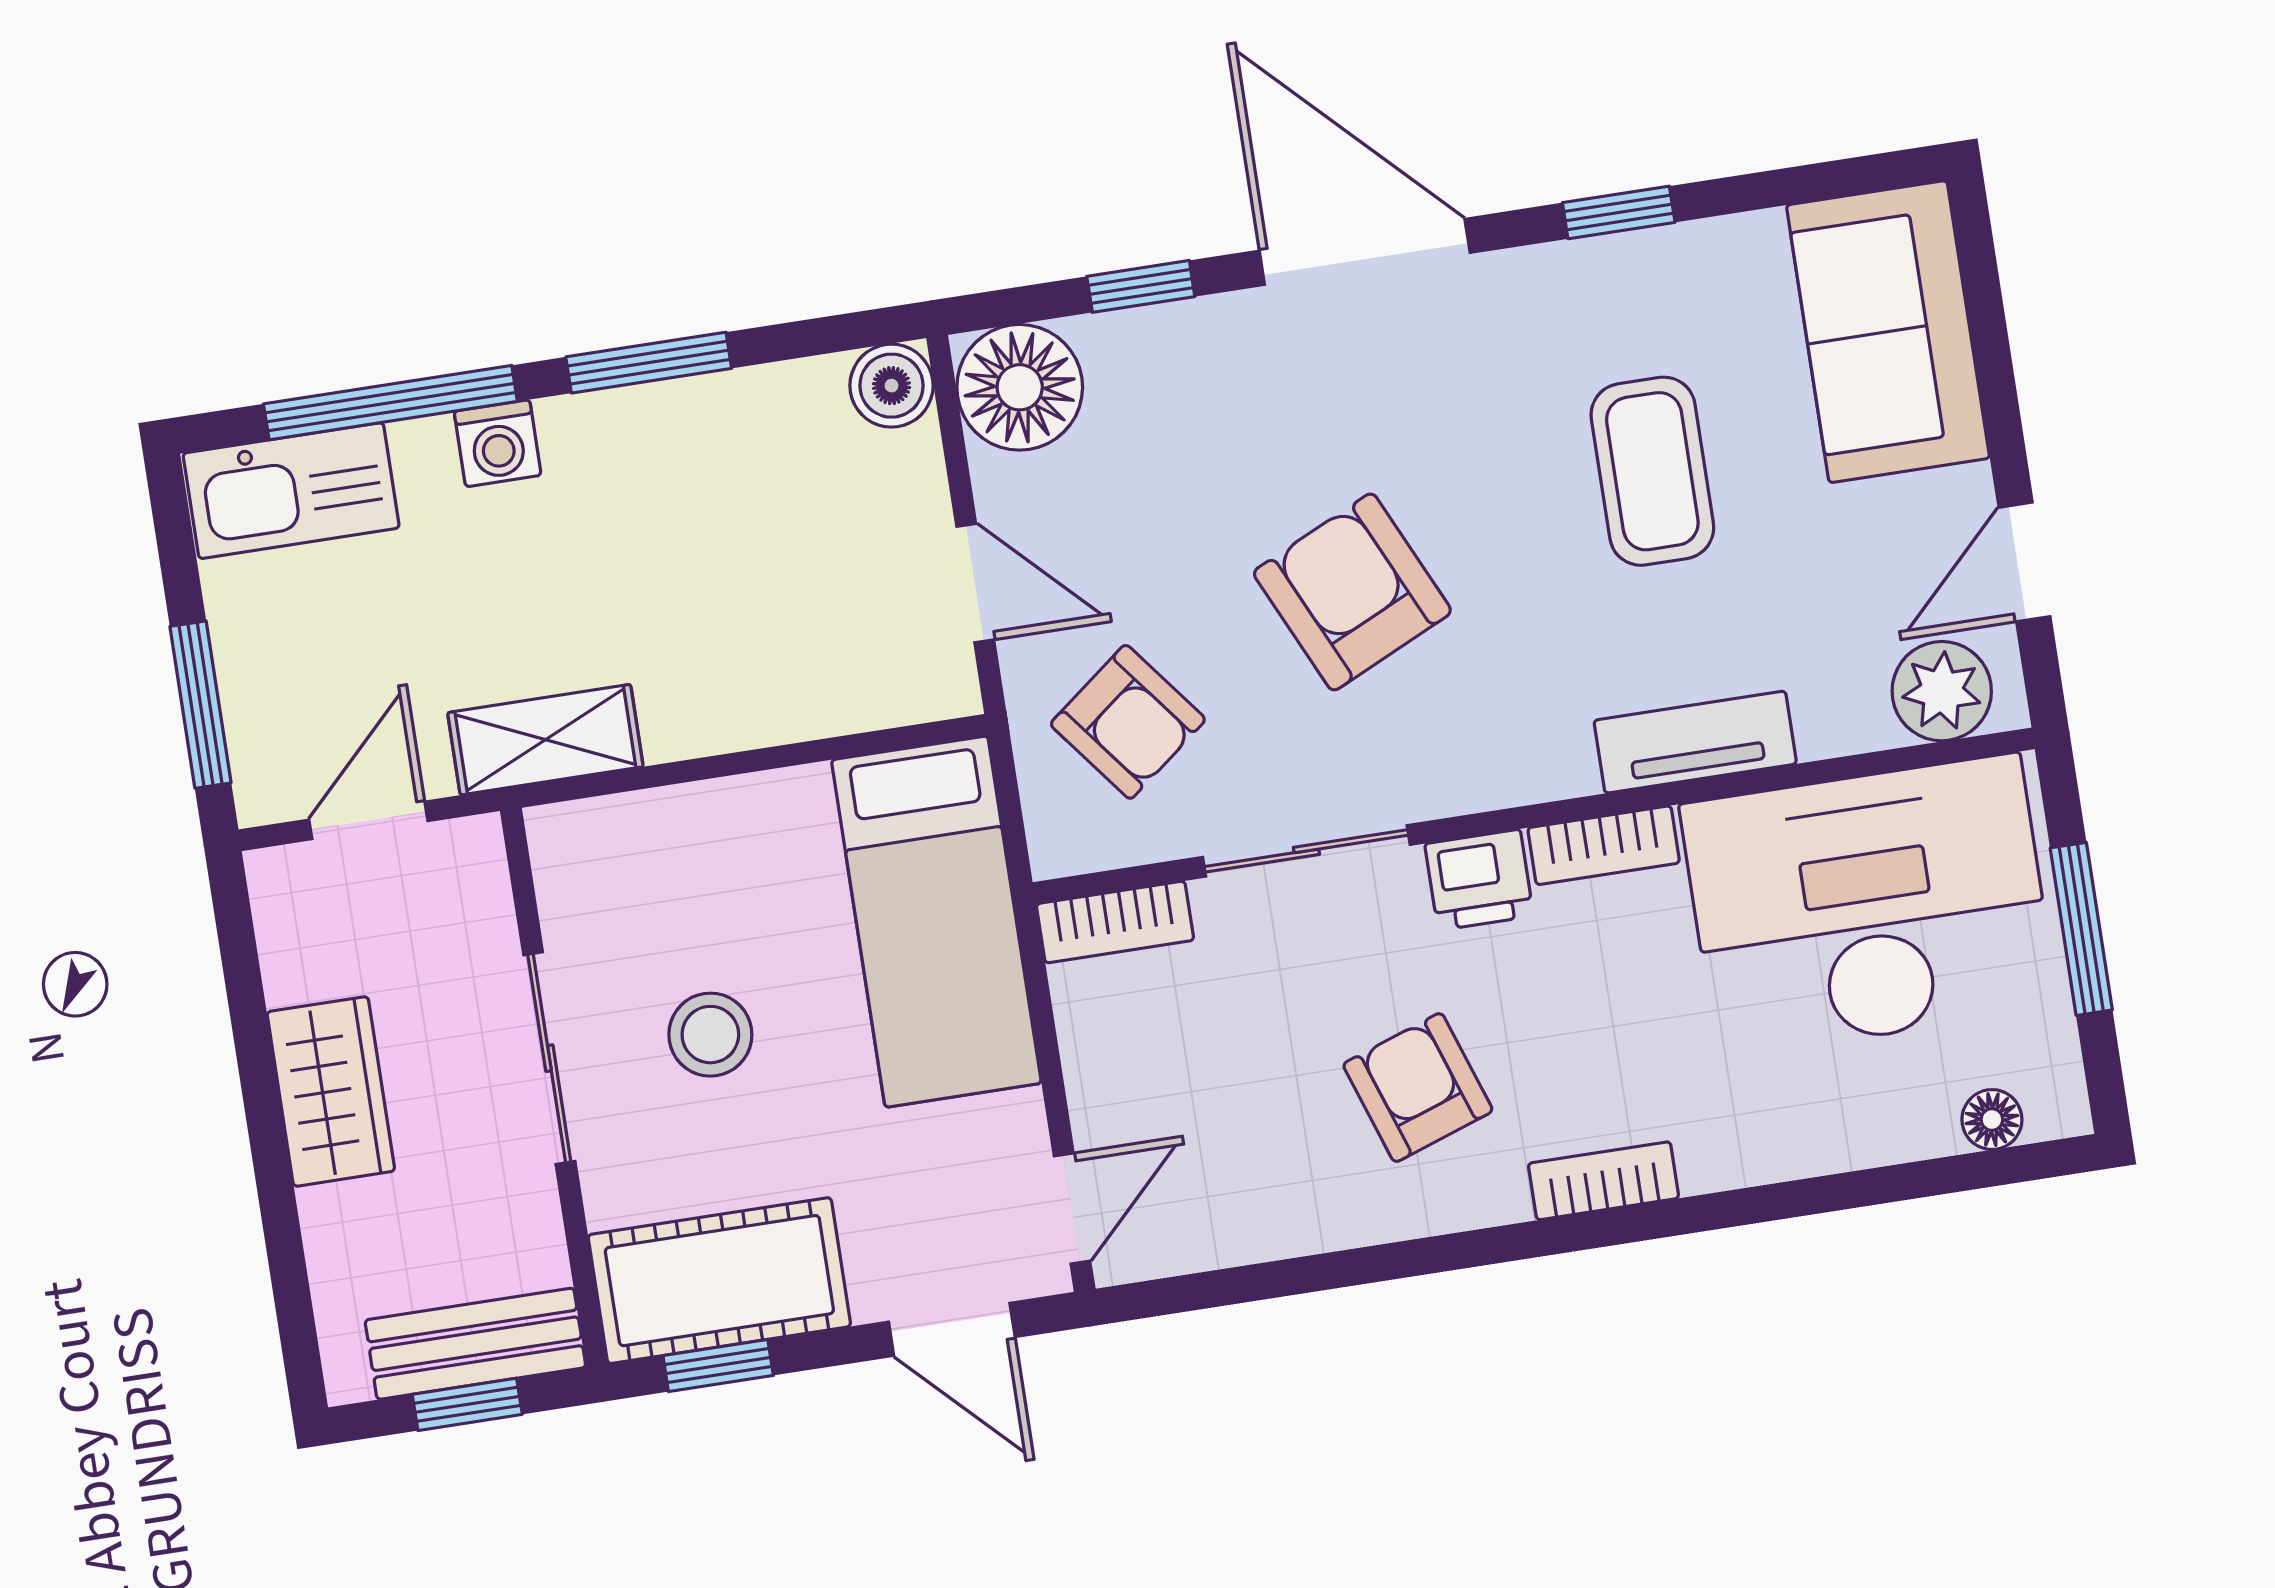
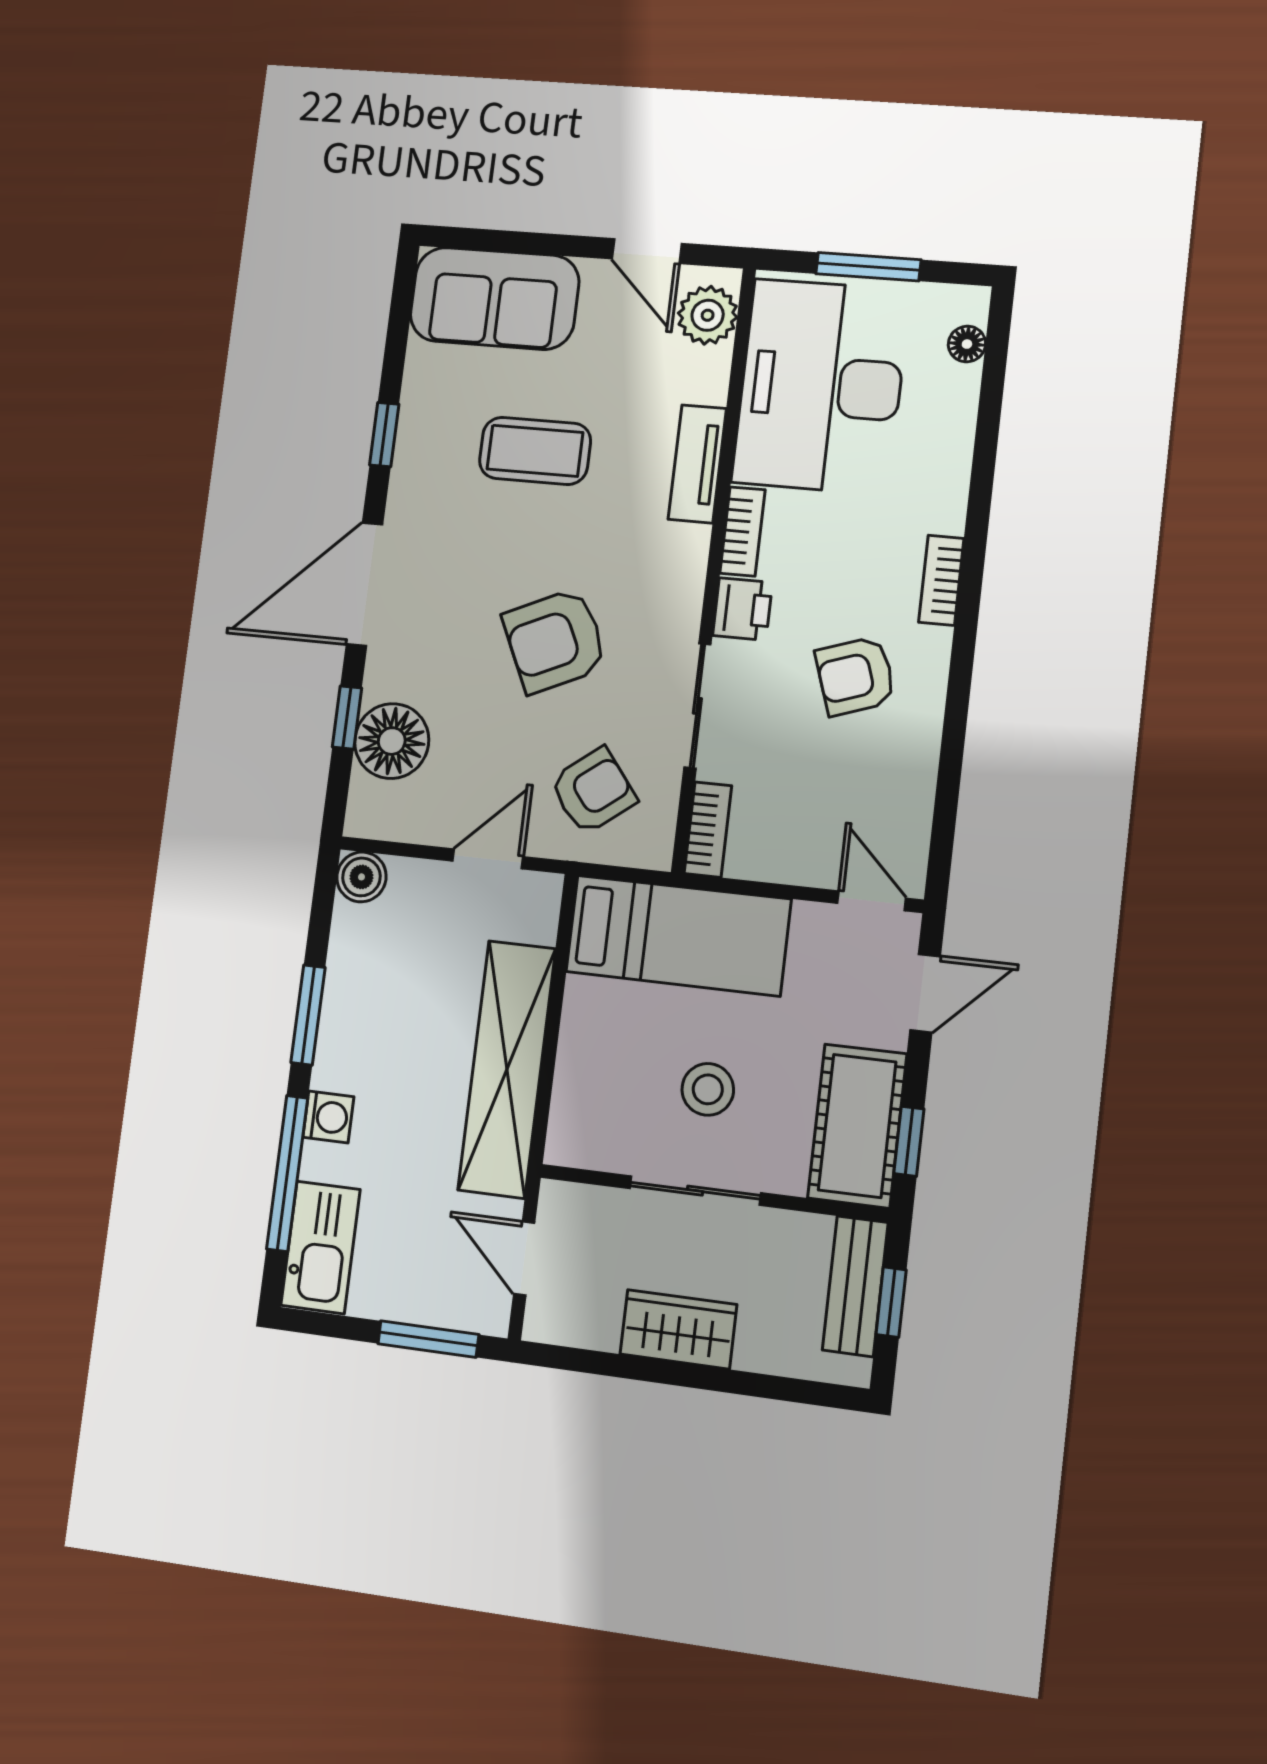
floor lamp: (1020, 387) -> (392, 741), moved
shelving: (545, 740) -> (507, 1069), width x2.20, depth x1.33

